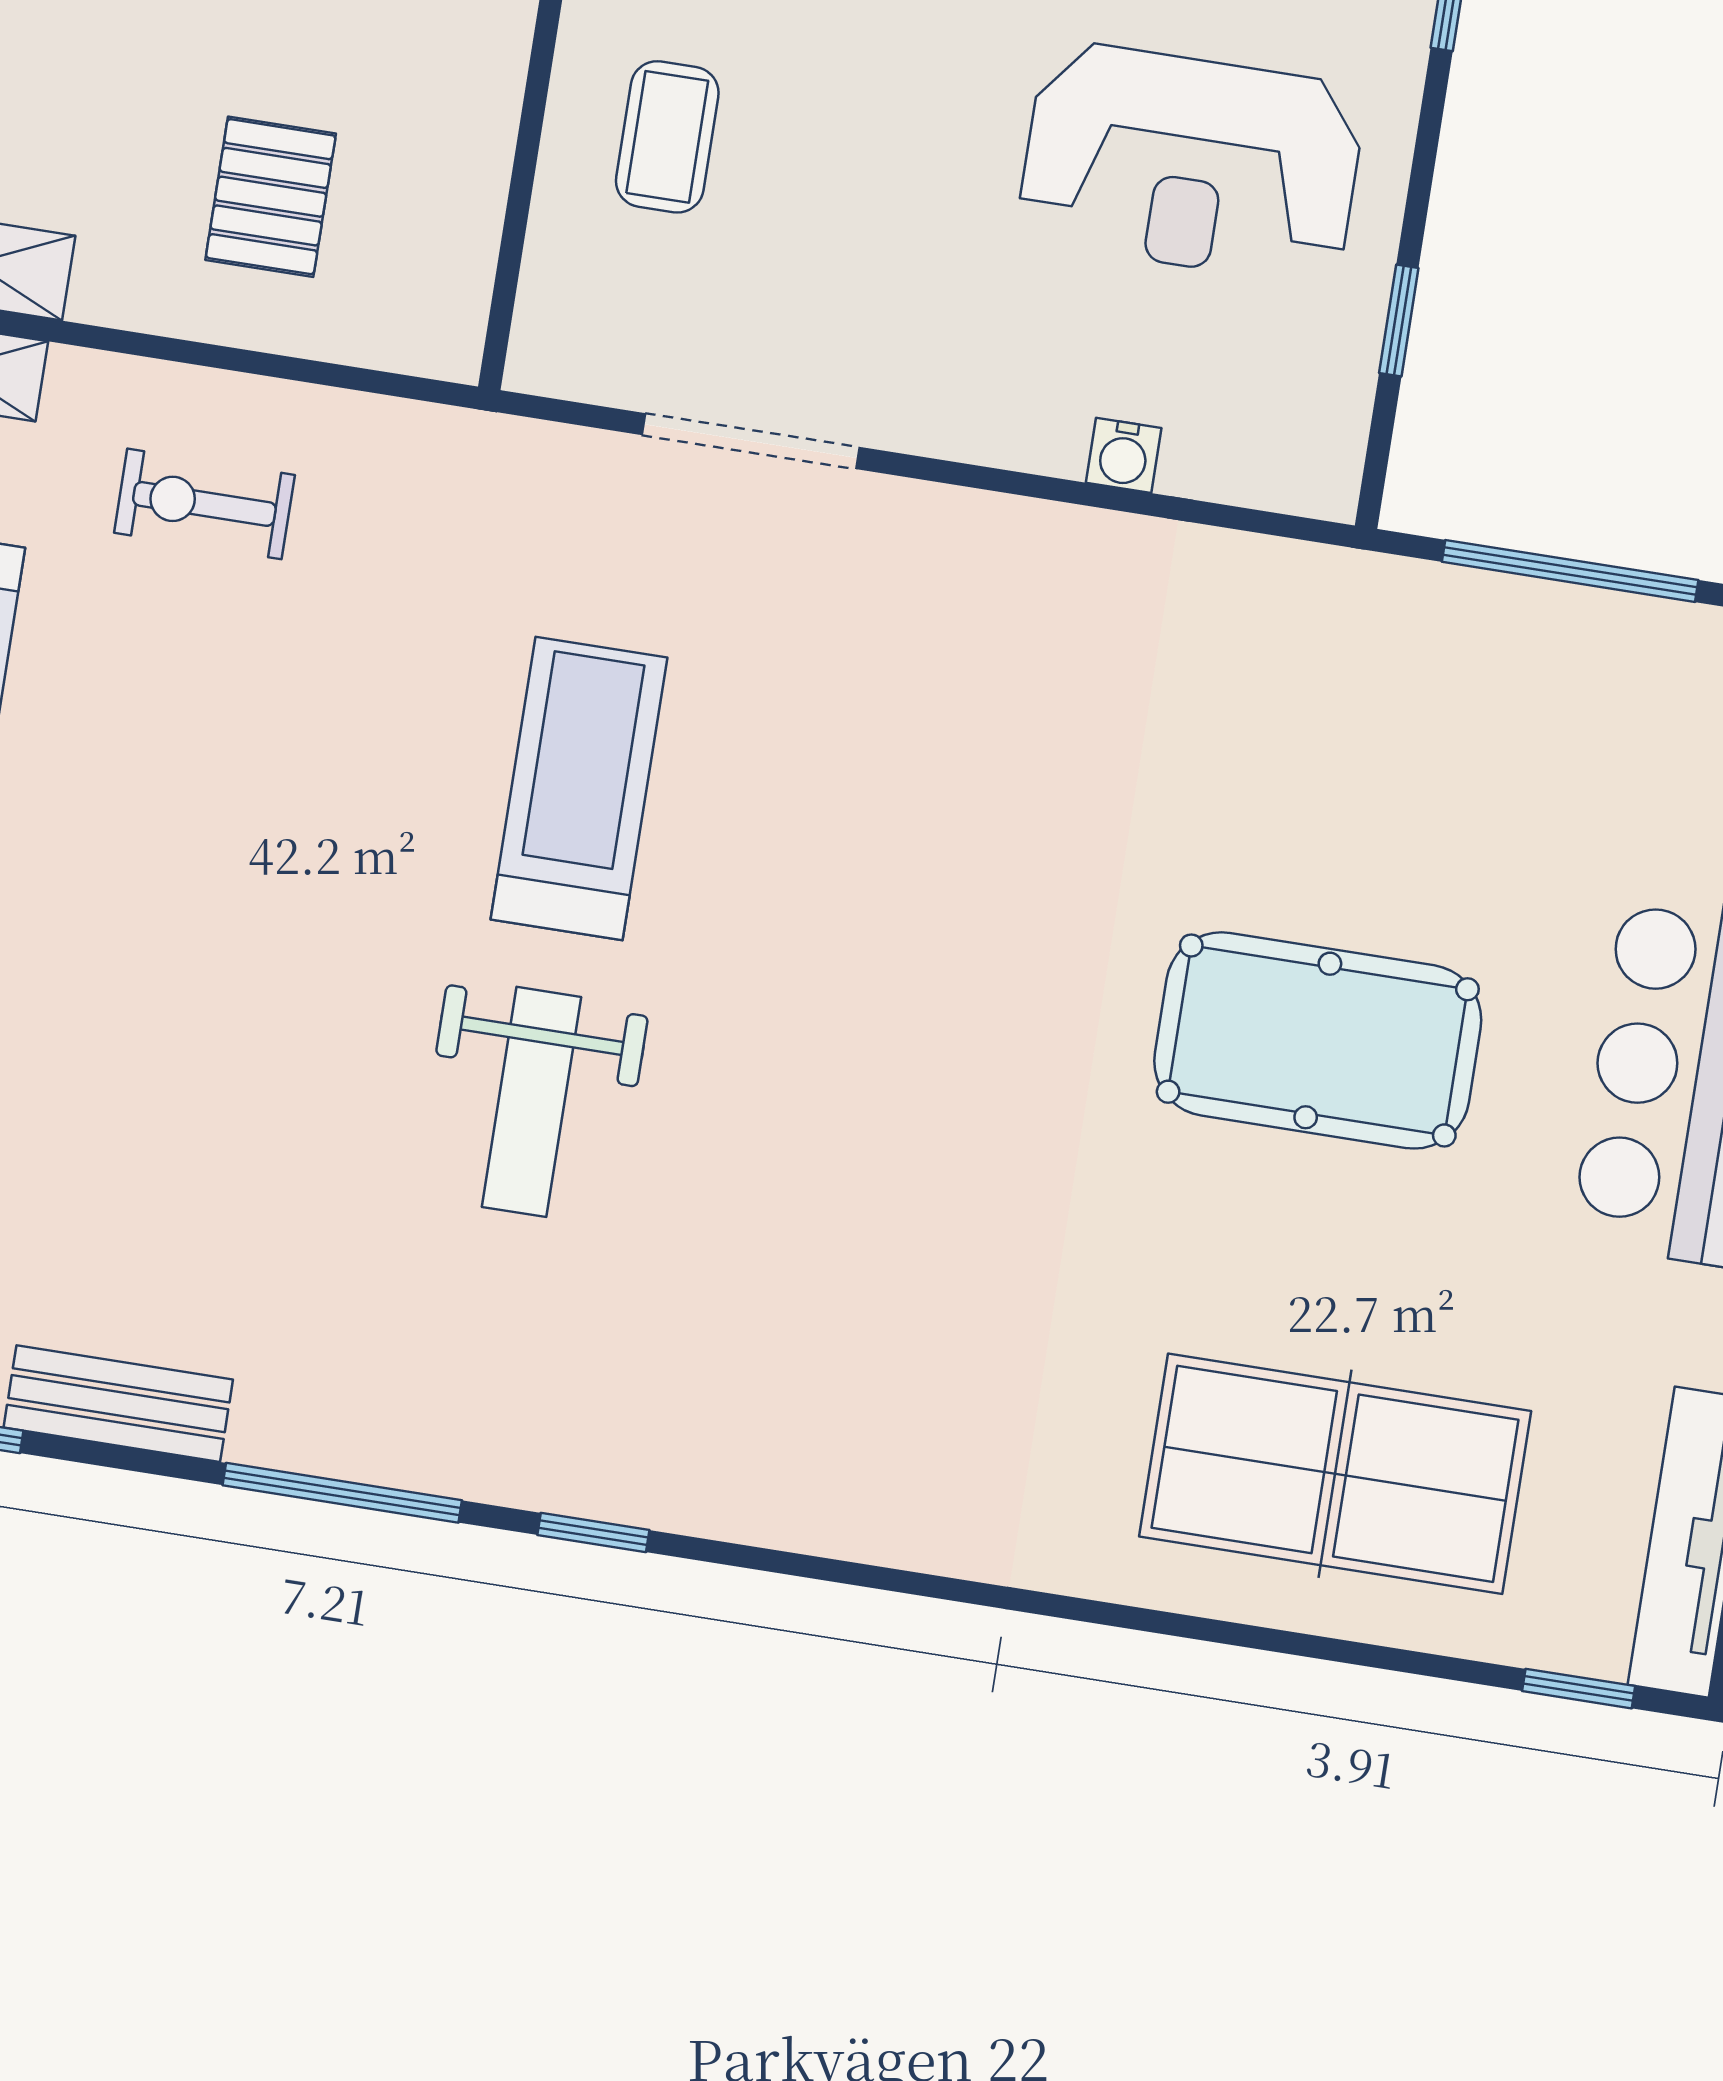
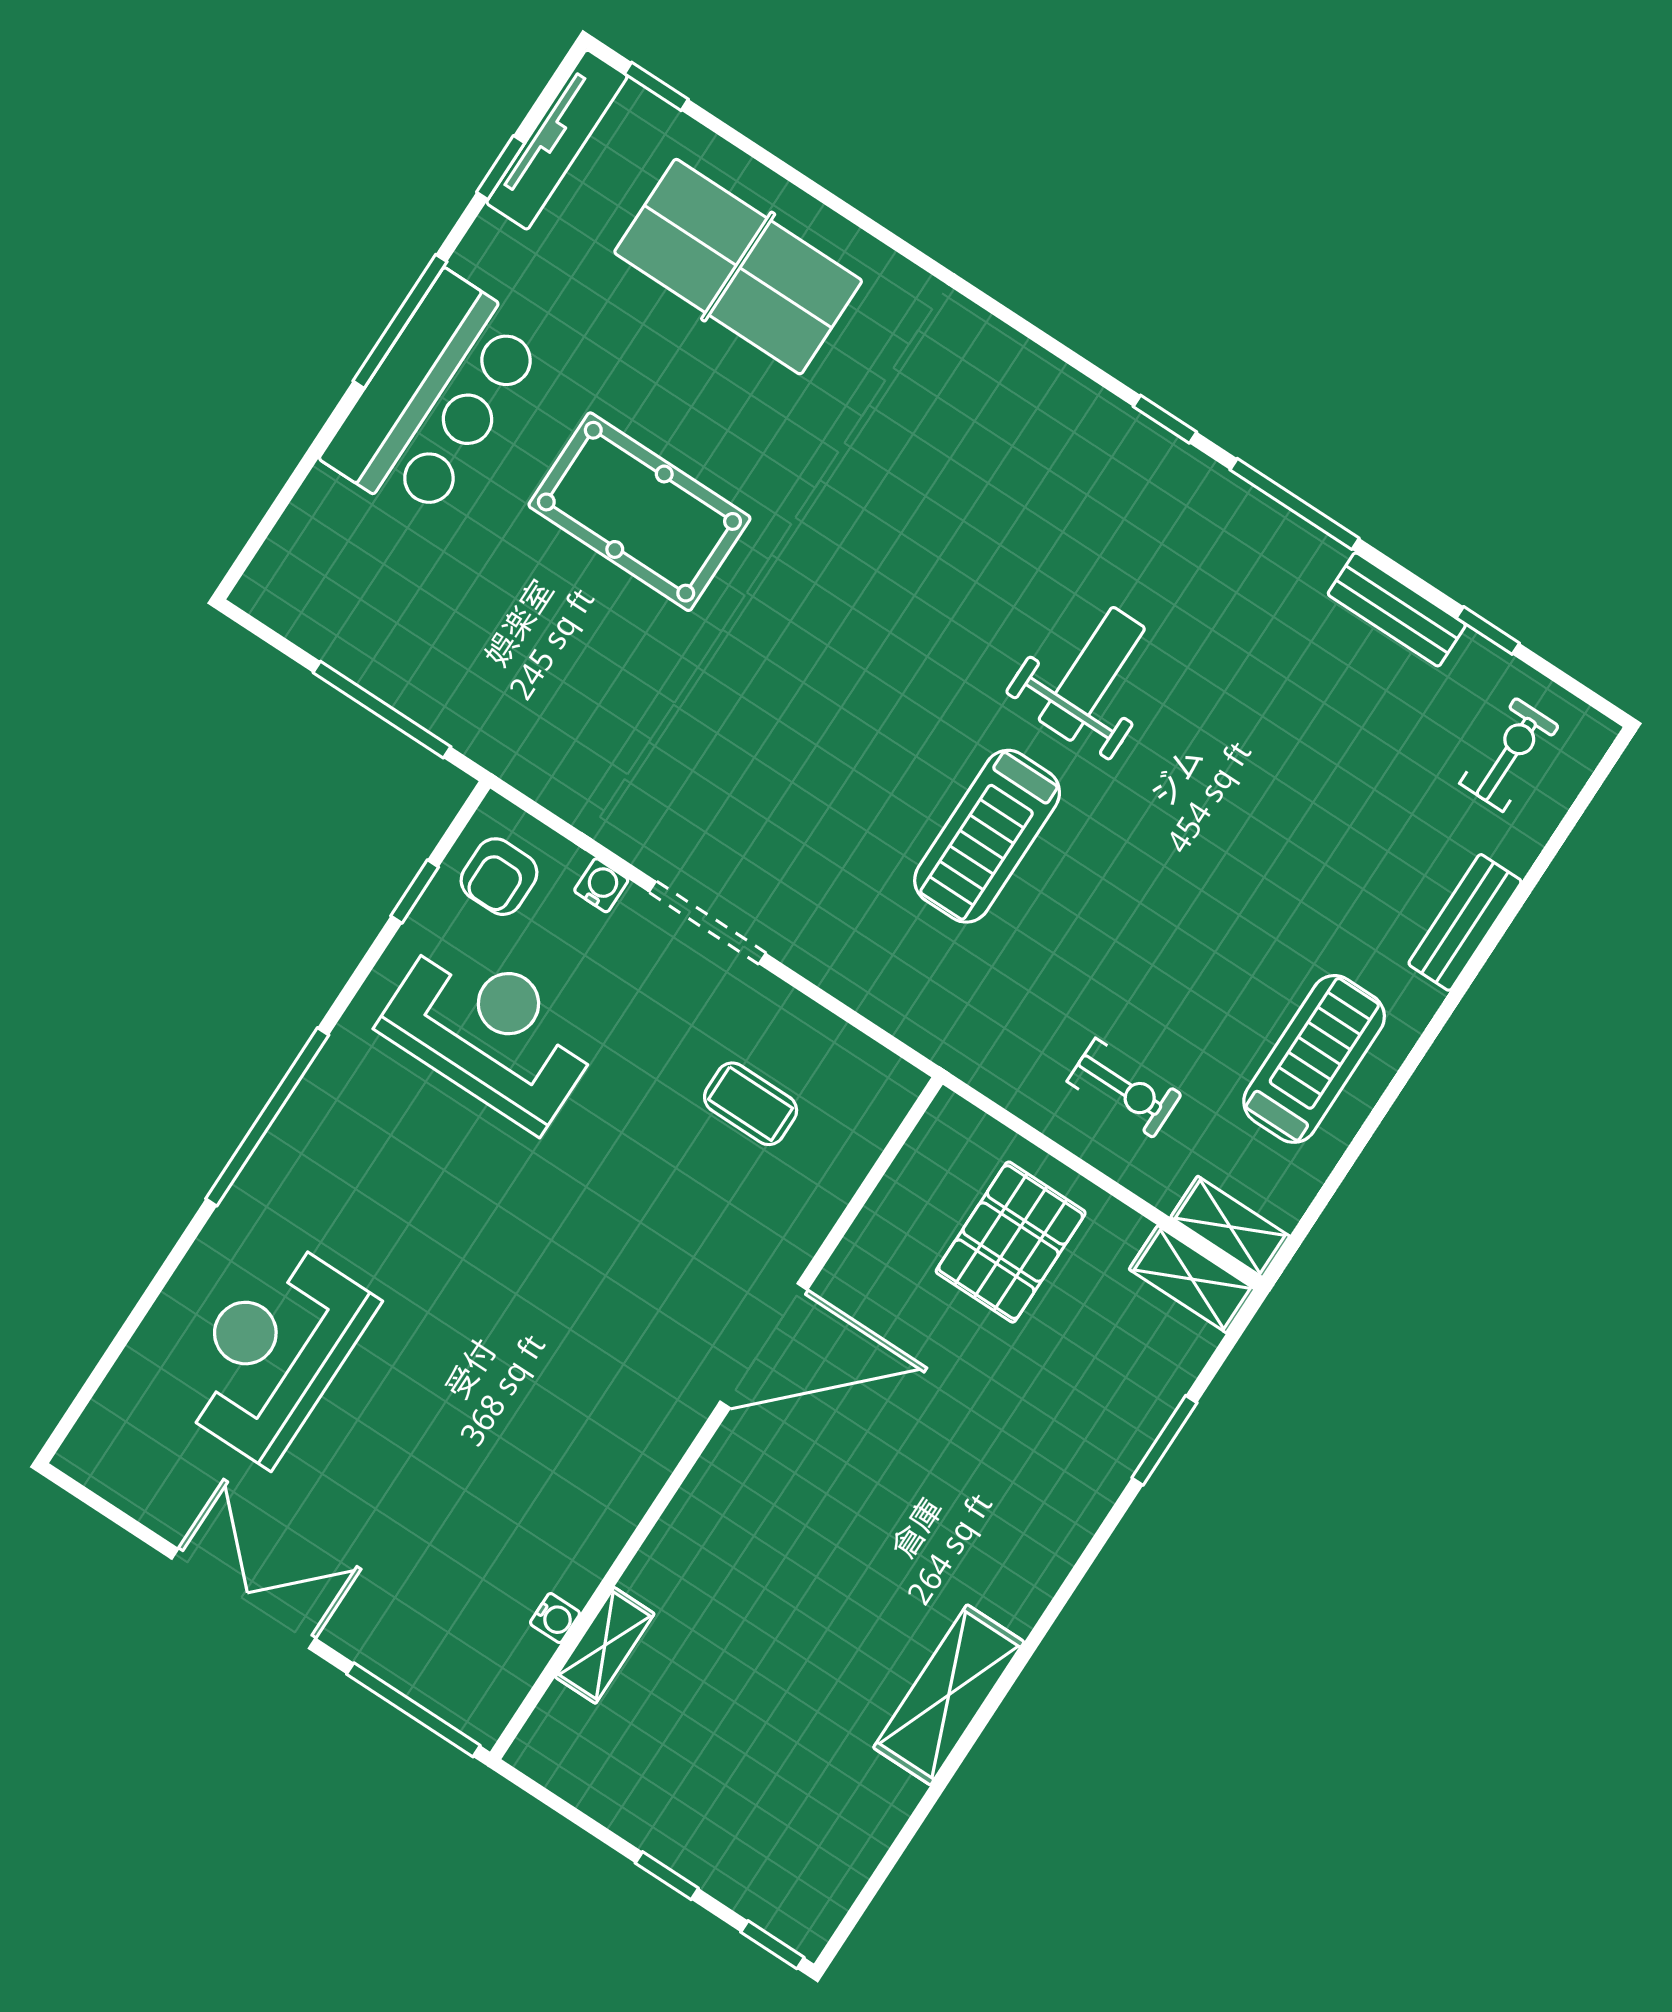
coffee table: (667, 137) -> (751, 1104), moved, turned 90
pallet: (271, 197) -> (1011, 1242), width x1.50, depth x1.42
armchair: (1283, 400) -> (499, 877), added
doorway: (751, 441) -> (707, 923), moved

